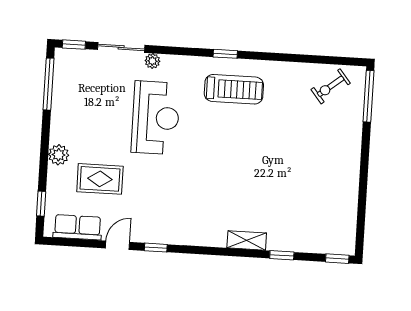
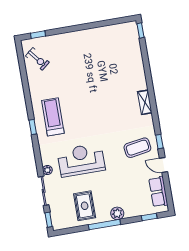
window: (48, 84) -> (104, 225), moved
window: (369, 96) -> (38, 35), width x0.46
rug: (100, 179) -> (85, 206), moved
coffee table: (154, 211) -> (137, 148), added
shelving: (247, 240) -> (145, 102), moved
window: (282, 255) -> (146, 64), removed

